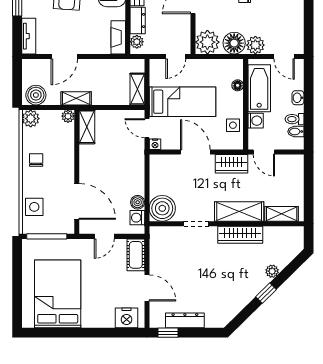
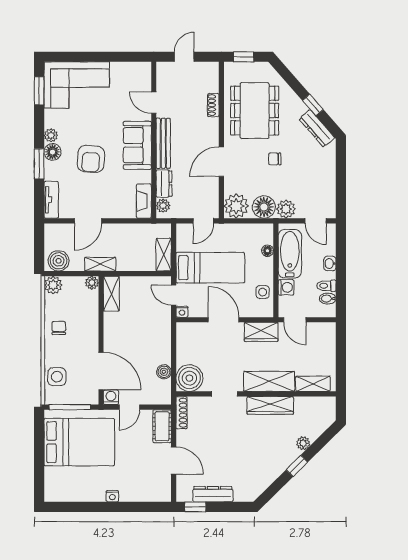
washing machine: (137, 218) -> (111, 397), moved, turned 90
shoe rack: (155, 242) -> (182, 413), added
bed: (58, 294) -> (79, 442), moved, turned 90
nightstand: (126, 318) -> (112, 496), moved, width x0.53, depth x0.56

